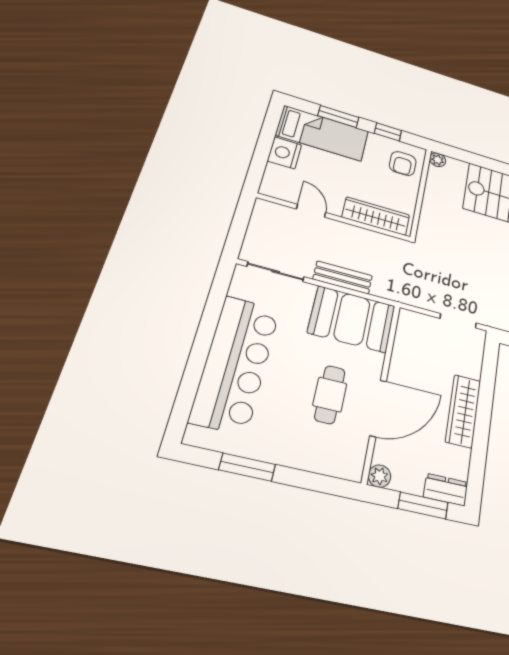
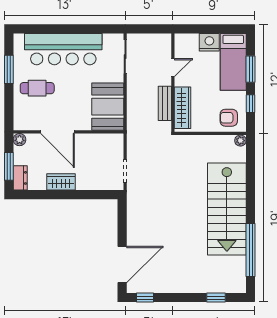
bench: (343, 277) -> (165, 103), moved
cafe table: (330, 395) -> (37, 88), moved
wardrobe: (463, 411) -> (61, 182), width x0.67

